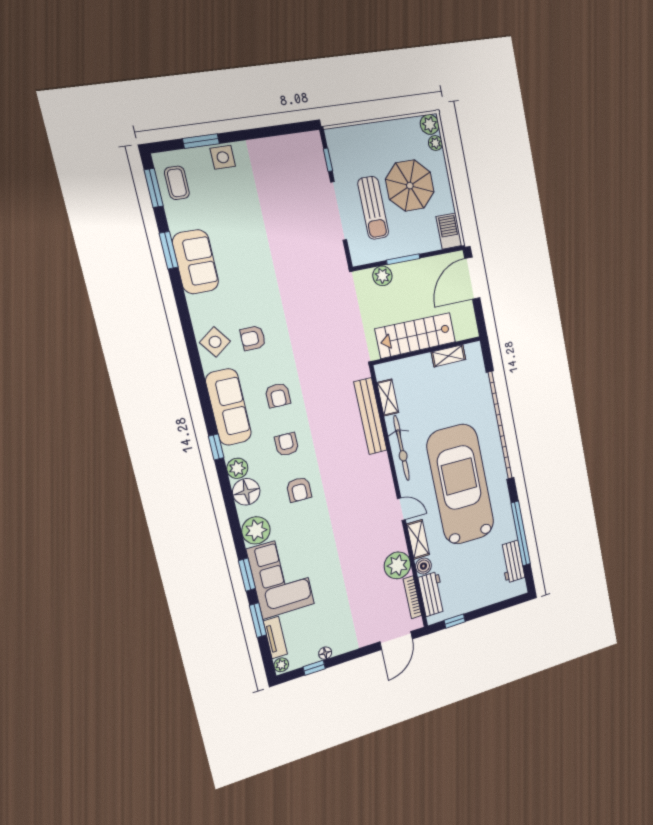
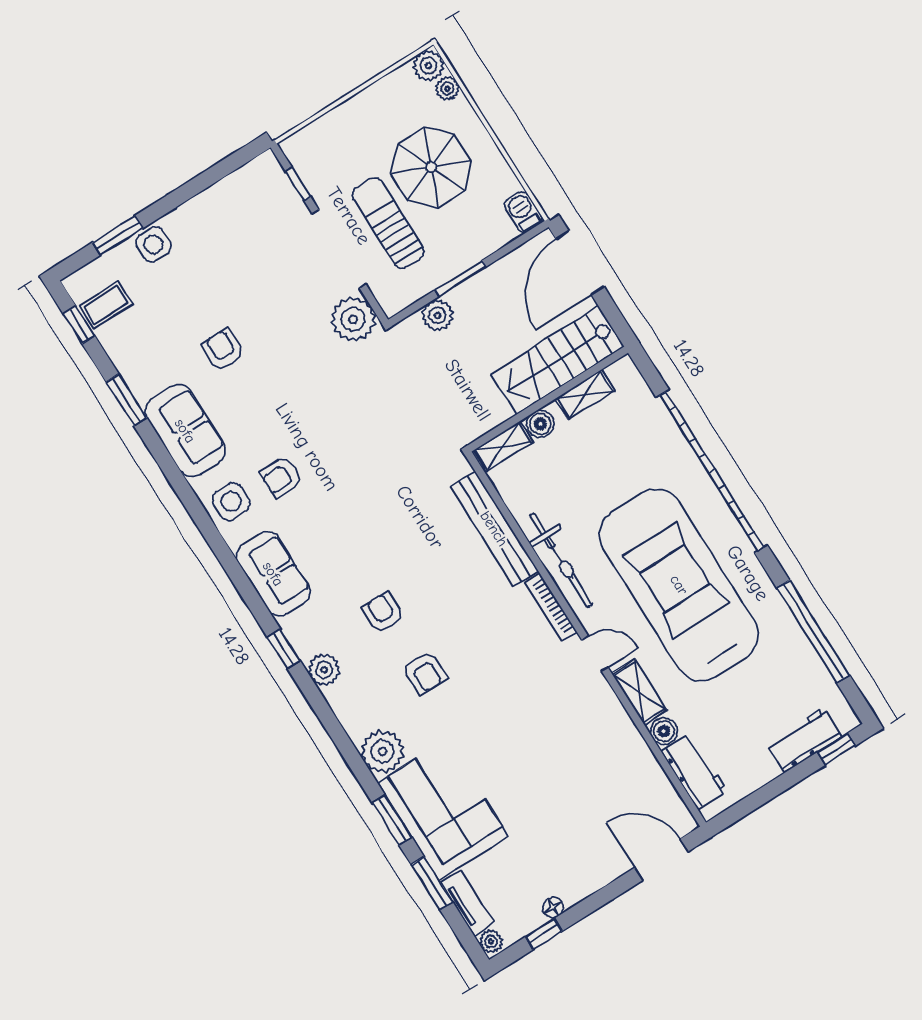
coffee table: (177, 183) -> (106, 305), turned 90
window: (154, 188) -> (79, 325), width x0.67
sun lounger: (373, 208) -> (388, 223), turned 180
barbecue: (449, 231) -> (523, 212), width x0.73, depth x0.79
sofa: (196, 262) -> (185, 431), moved
stairs: (415, 335) -> (557, 360), moved
side table: (215, 342) -> (231, 502), turned 36
boiler: (418, 364) -> (540, 424), added
armchair: (278, 395) -> (223, 350), moved, turned 180
shelving: (388, 398) -> (503, 446), moved, turned 90
sofa: (229, 407) -> (273, 574), width x0.73
floor lamp: (246, 492) -> (349, 700), removed
workbench: (512, 562) -> (804, 740), moved, turned 90
plant: (397, 565) -> (353, 319), moved
bookcase: (412, 597) -> (551, 607), moved
window: (455, 621) -> (836, 749), moved
door: (396, 640) -> (661, 860), swing flipped

